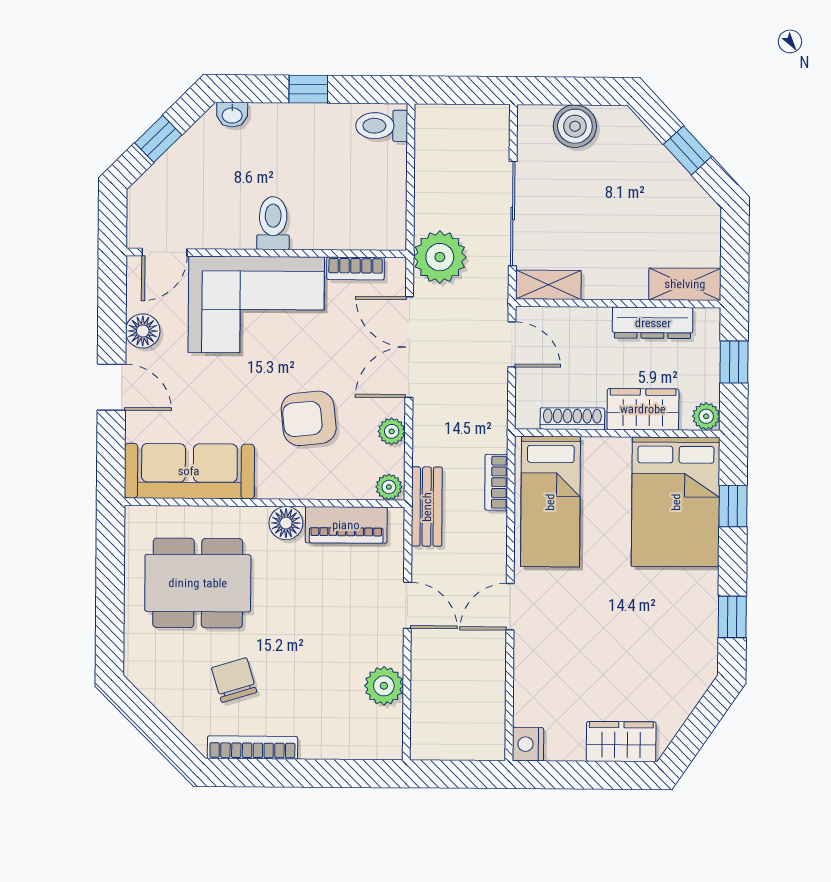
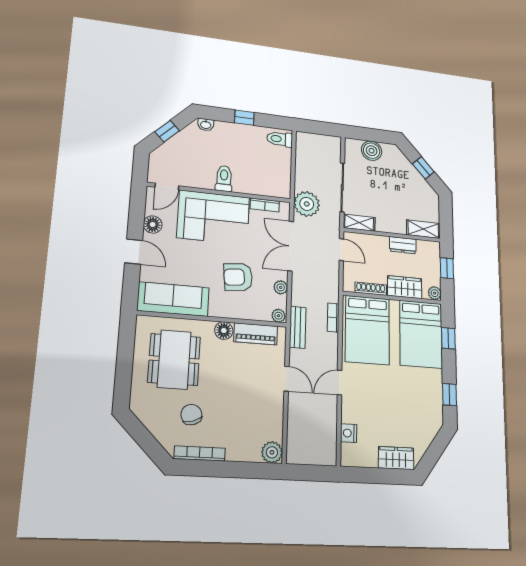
dresser: (653, 323) -> (403, 245), width x0.70
bed: (550, 502) -> (367, 330), width x1.50
dining table: (198, 583) -> (174, 360), turned 90
plant: (384, 686) -> (272, 452), moved
nightstand: (528, 744) -> (349, 433), moved

